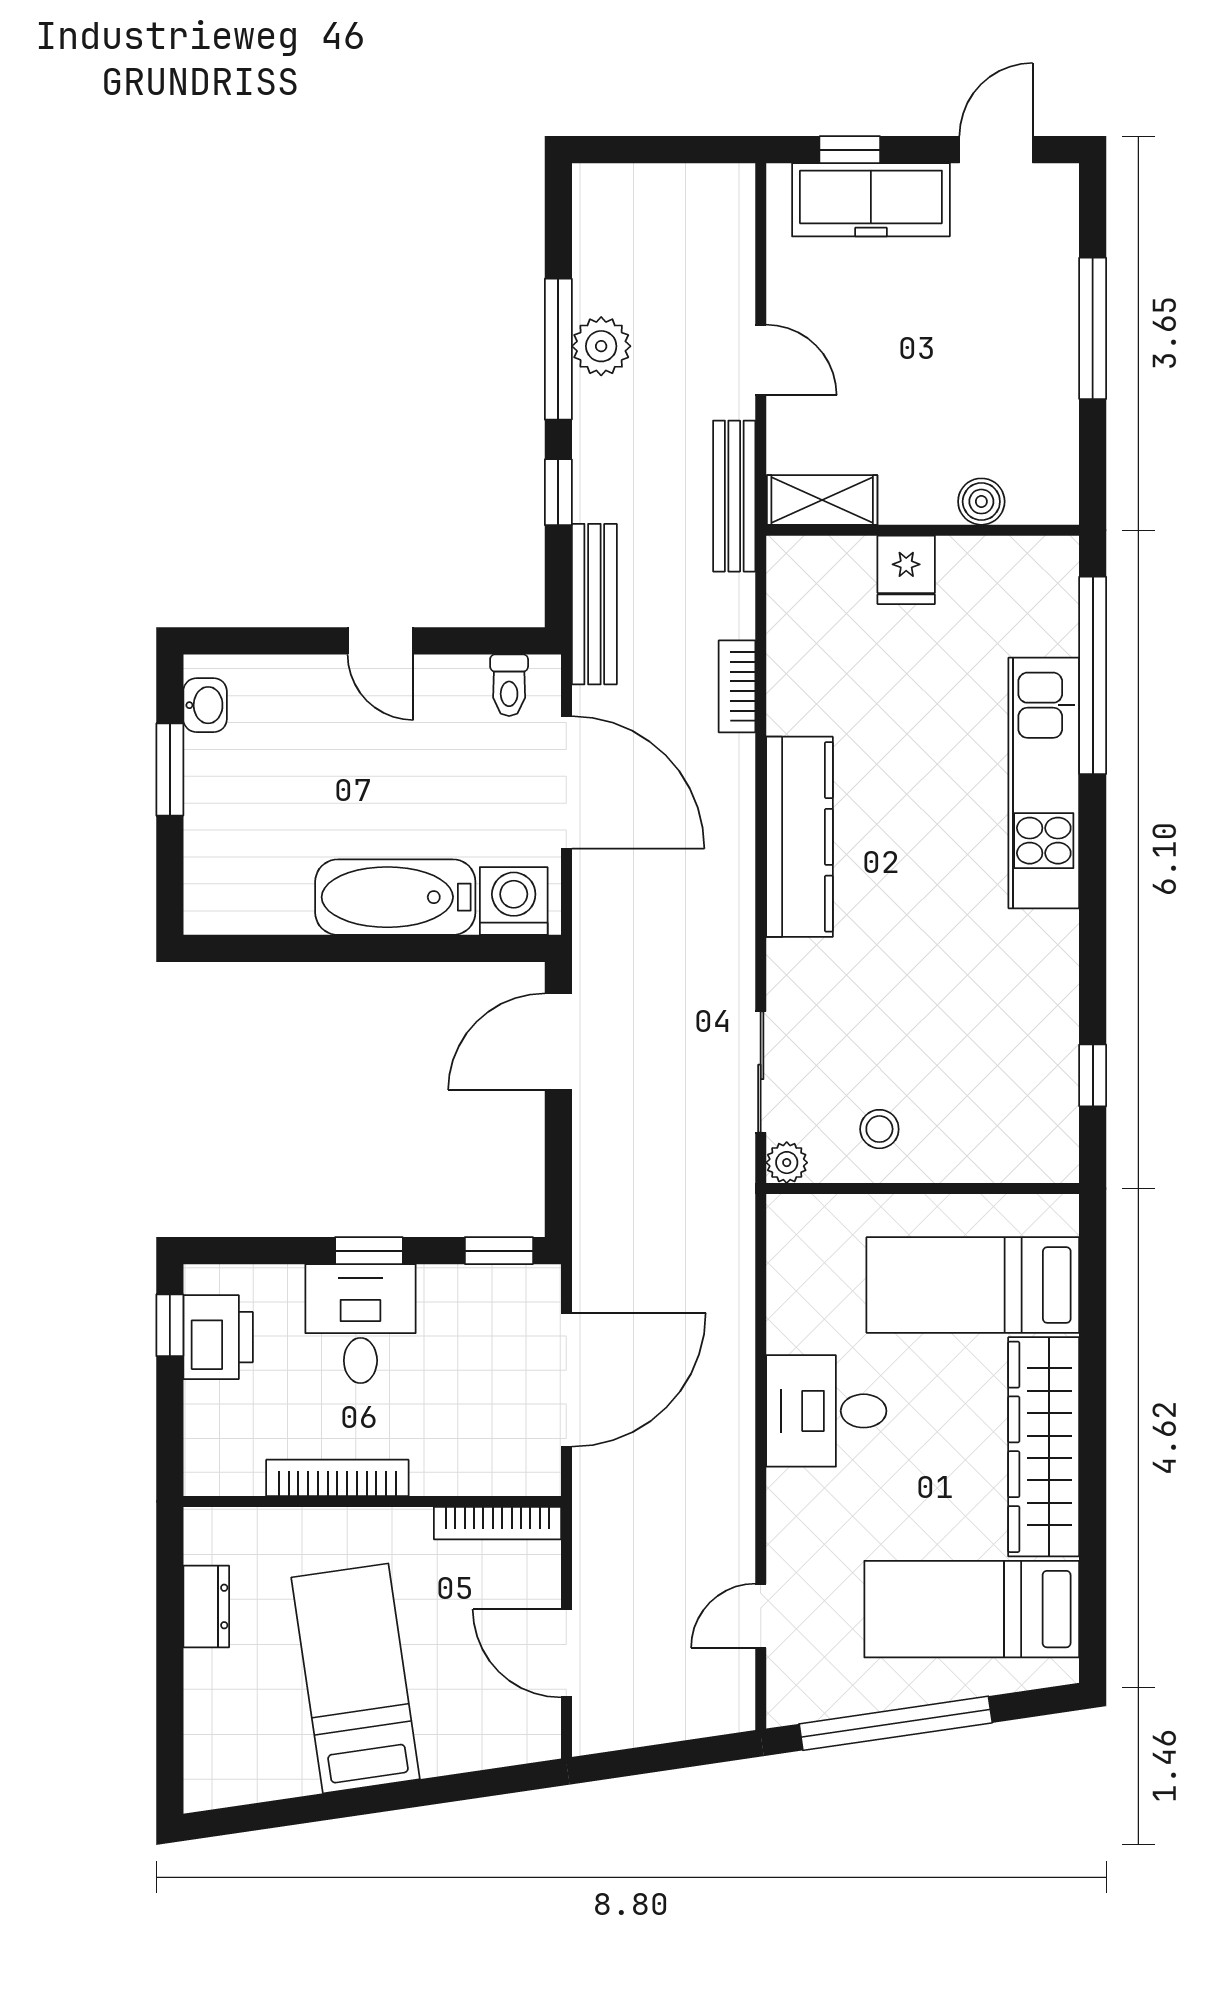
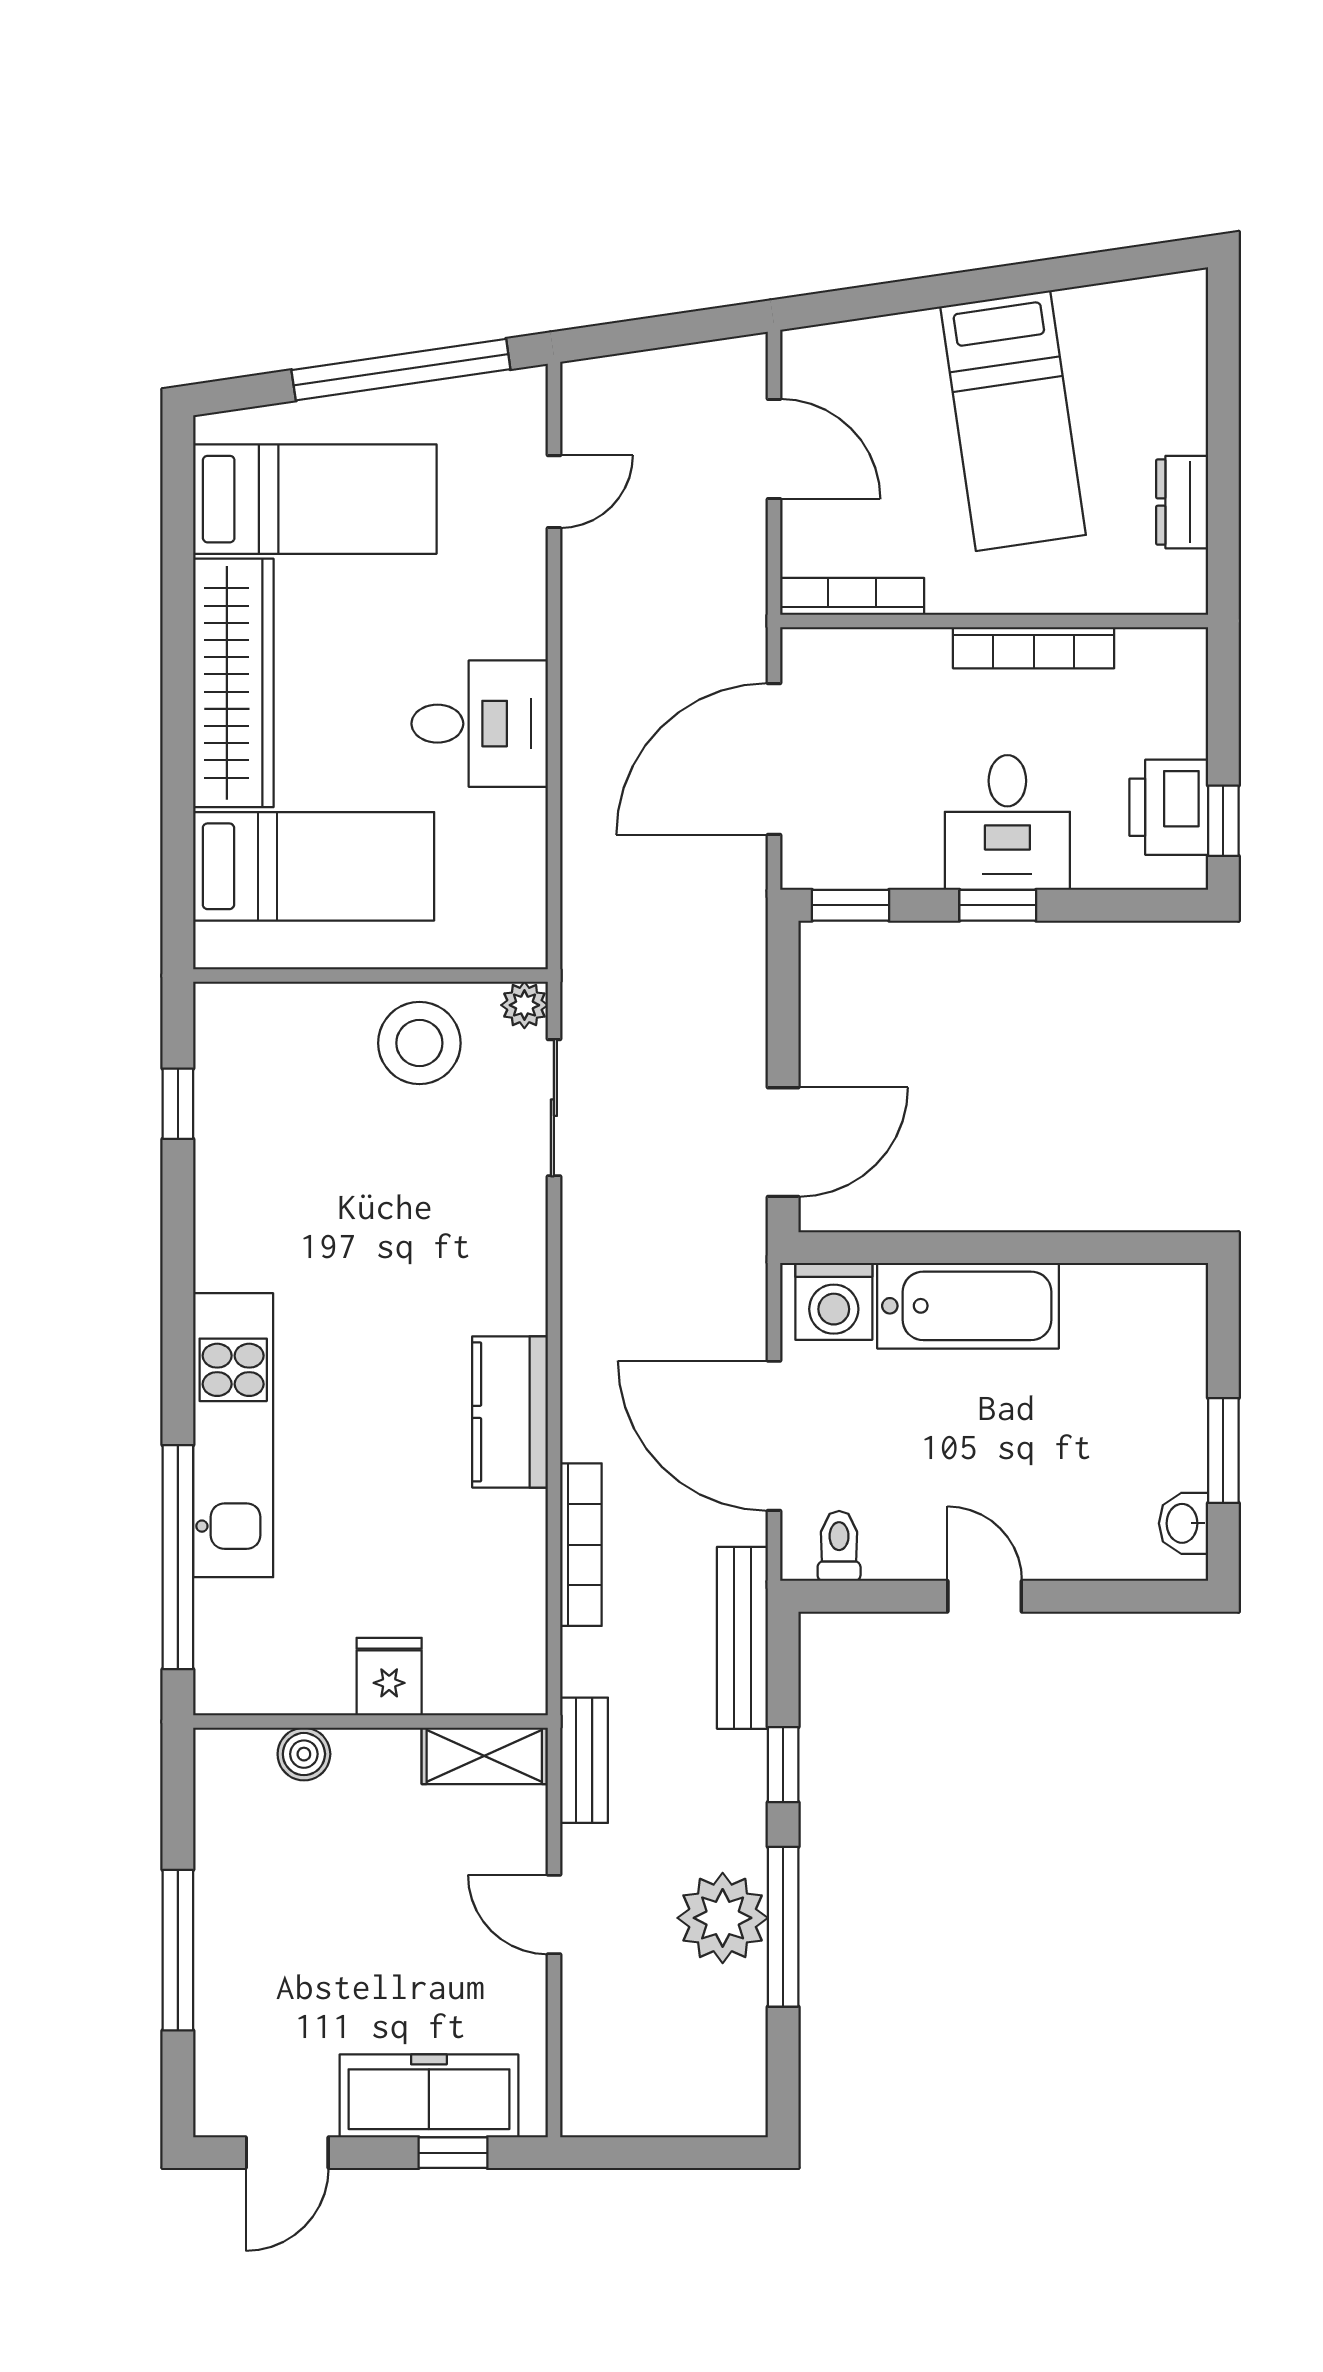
plant: (601, 346) -> (723, 1918), width x1.36, depth x1.36
bench: (734, 496) -> (584, 1760), width x0.73
bookcase: (737, 686) -> (581, 1545), width x1.56
kitchen counter: (800, 837) -> (510, 1412), width x0.67
stool: (879, 1129) -> (419, 1043), width x1.89, depth x1.89

